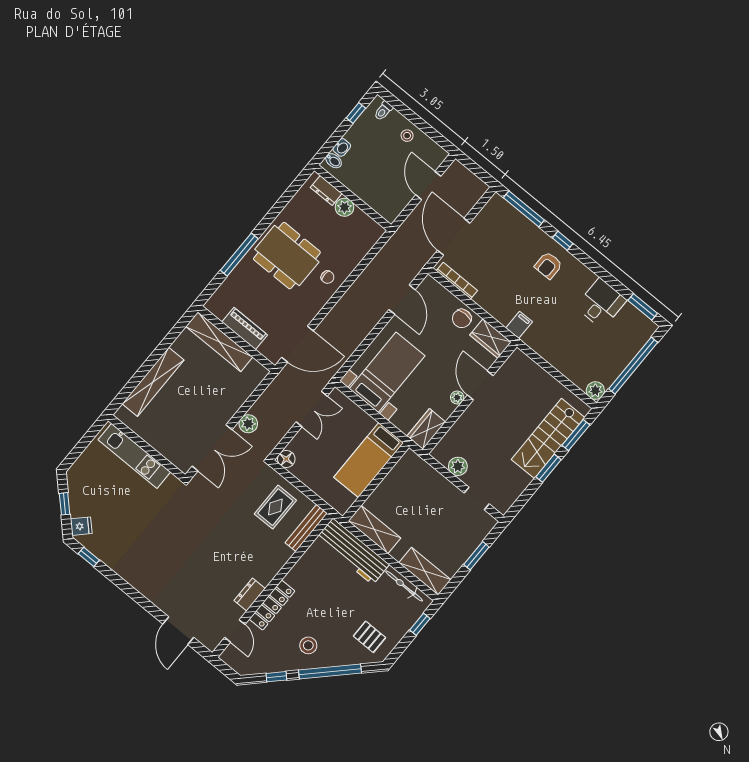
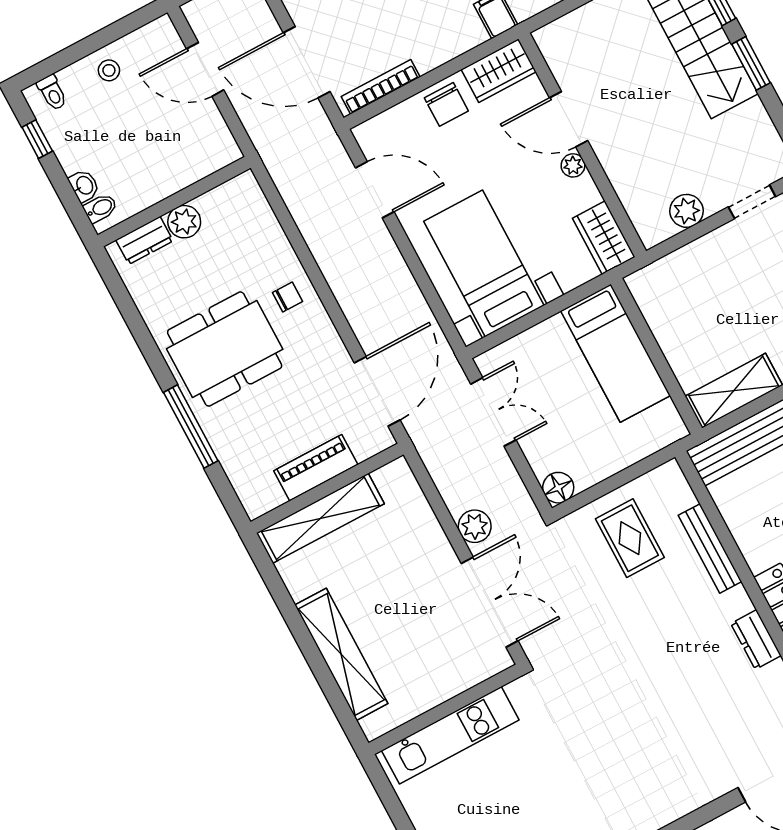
bench: (306, 528) -> (710, 548), moved

